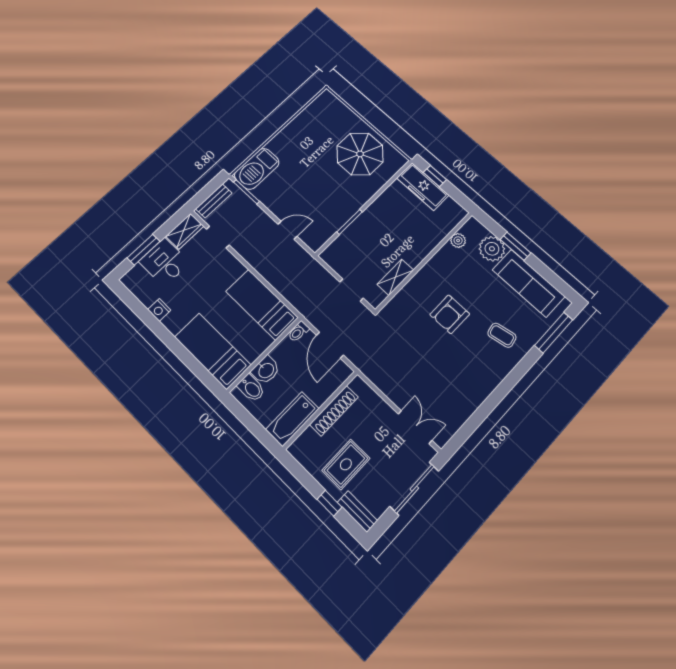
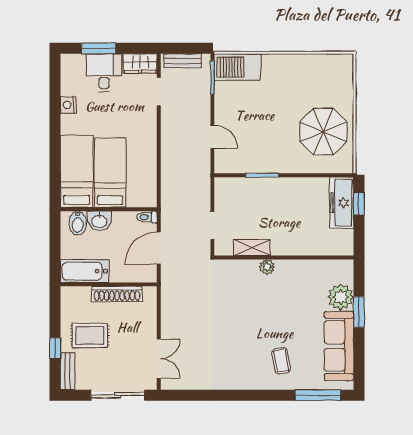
plant: (458, 240) -> (267, 267), moved
bed: (262, 304) -> (110, 173), moved
armchair: (450, 314) -> (261, 311), removed

